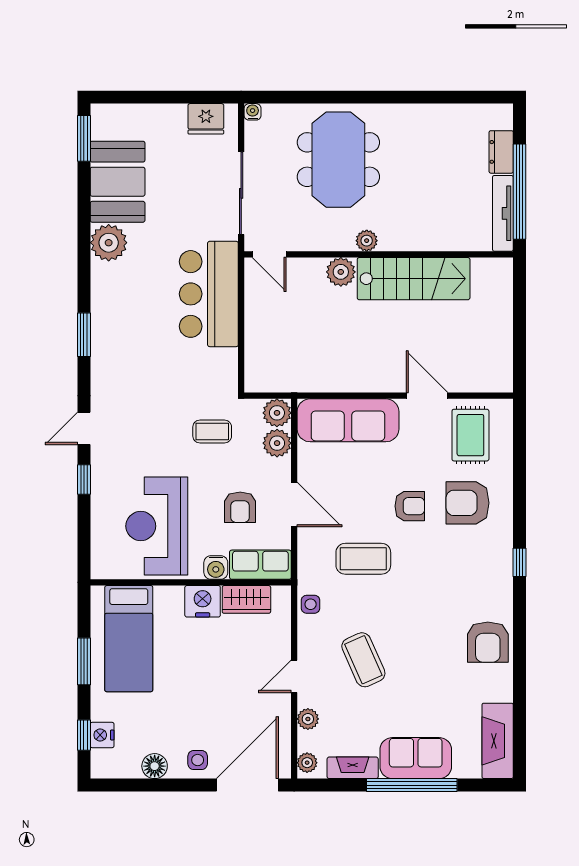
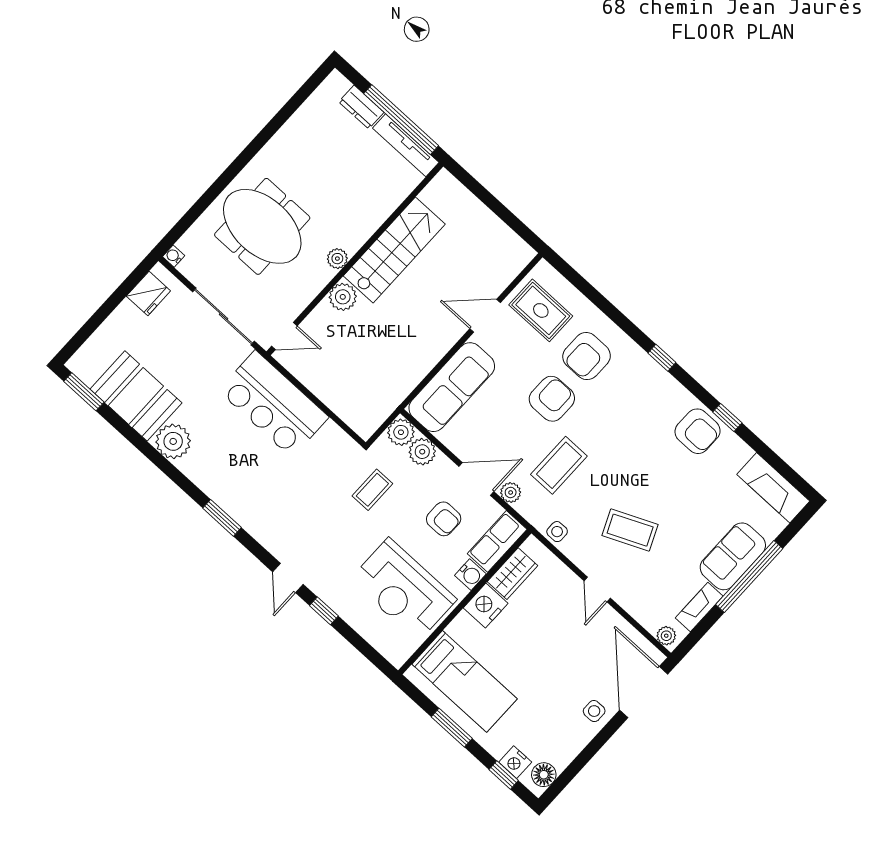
armchair: (410, 506) -> (552, 399), width x1.38, depth x1.38
window: (519, 656) -> (727, 418), added
plant: (308, 719) -> (511, 493), moved
floor lamp: (155, 766) -> (544, 775), moved

